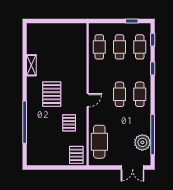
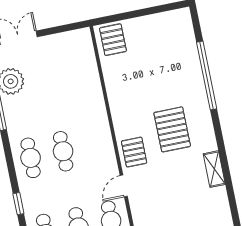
door: (88, 100) -> (124, 186), moved
pallet: (69, 123) -> (134, 152), moved
cafe table: (99, 142) -> (80, 68), removed

